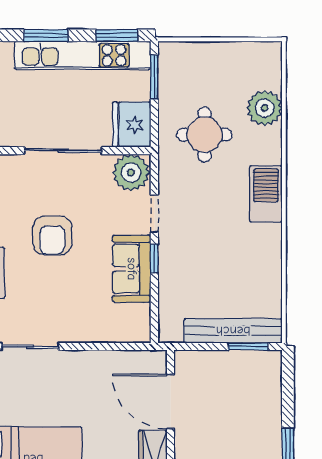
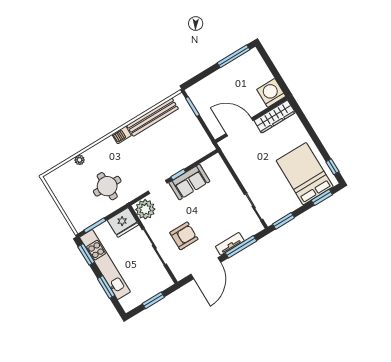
plant: (265, 108) -> (80, 160), width x0.53, depth x0.53
barbecue: (266, 194) -> (122, 135), width x0.53, depth x0.65
armchair: (52, 235) -> (184, 236), moved
bench: (233, 331) -> (153, 117), moved, turned 90
door: (170, 401) -> (240, 127), swing flipped

